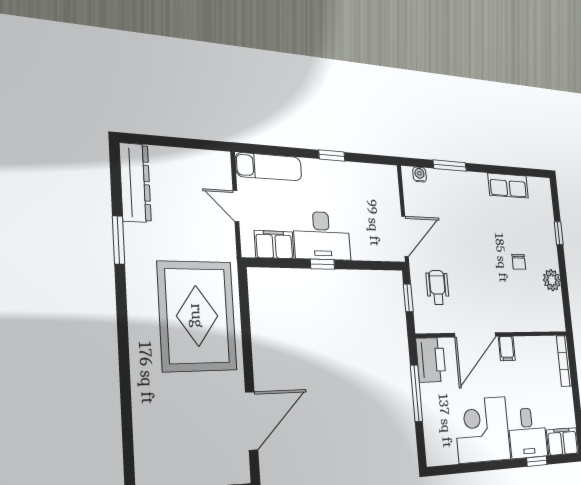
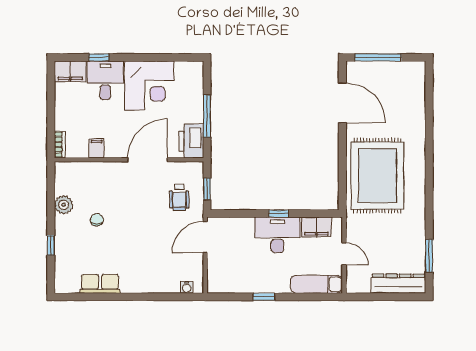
window: (450, 166) -> (157, 297), removed
dresser: (135, 183) -> (398, 284), moved, turned 90
window: (118, 240) -> (429, 256), moved
filing cabinet: (507, 349) -> (97, 148), moved
bookcase: (564, 361) -> (60, 144), width x0.64
door: (252, 421) -> (342, 103), swing flipped

